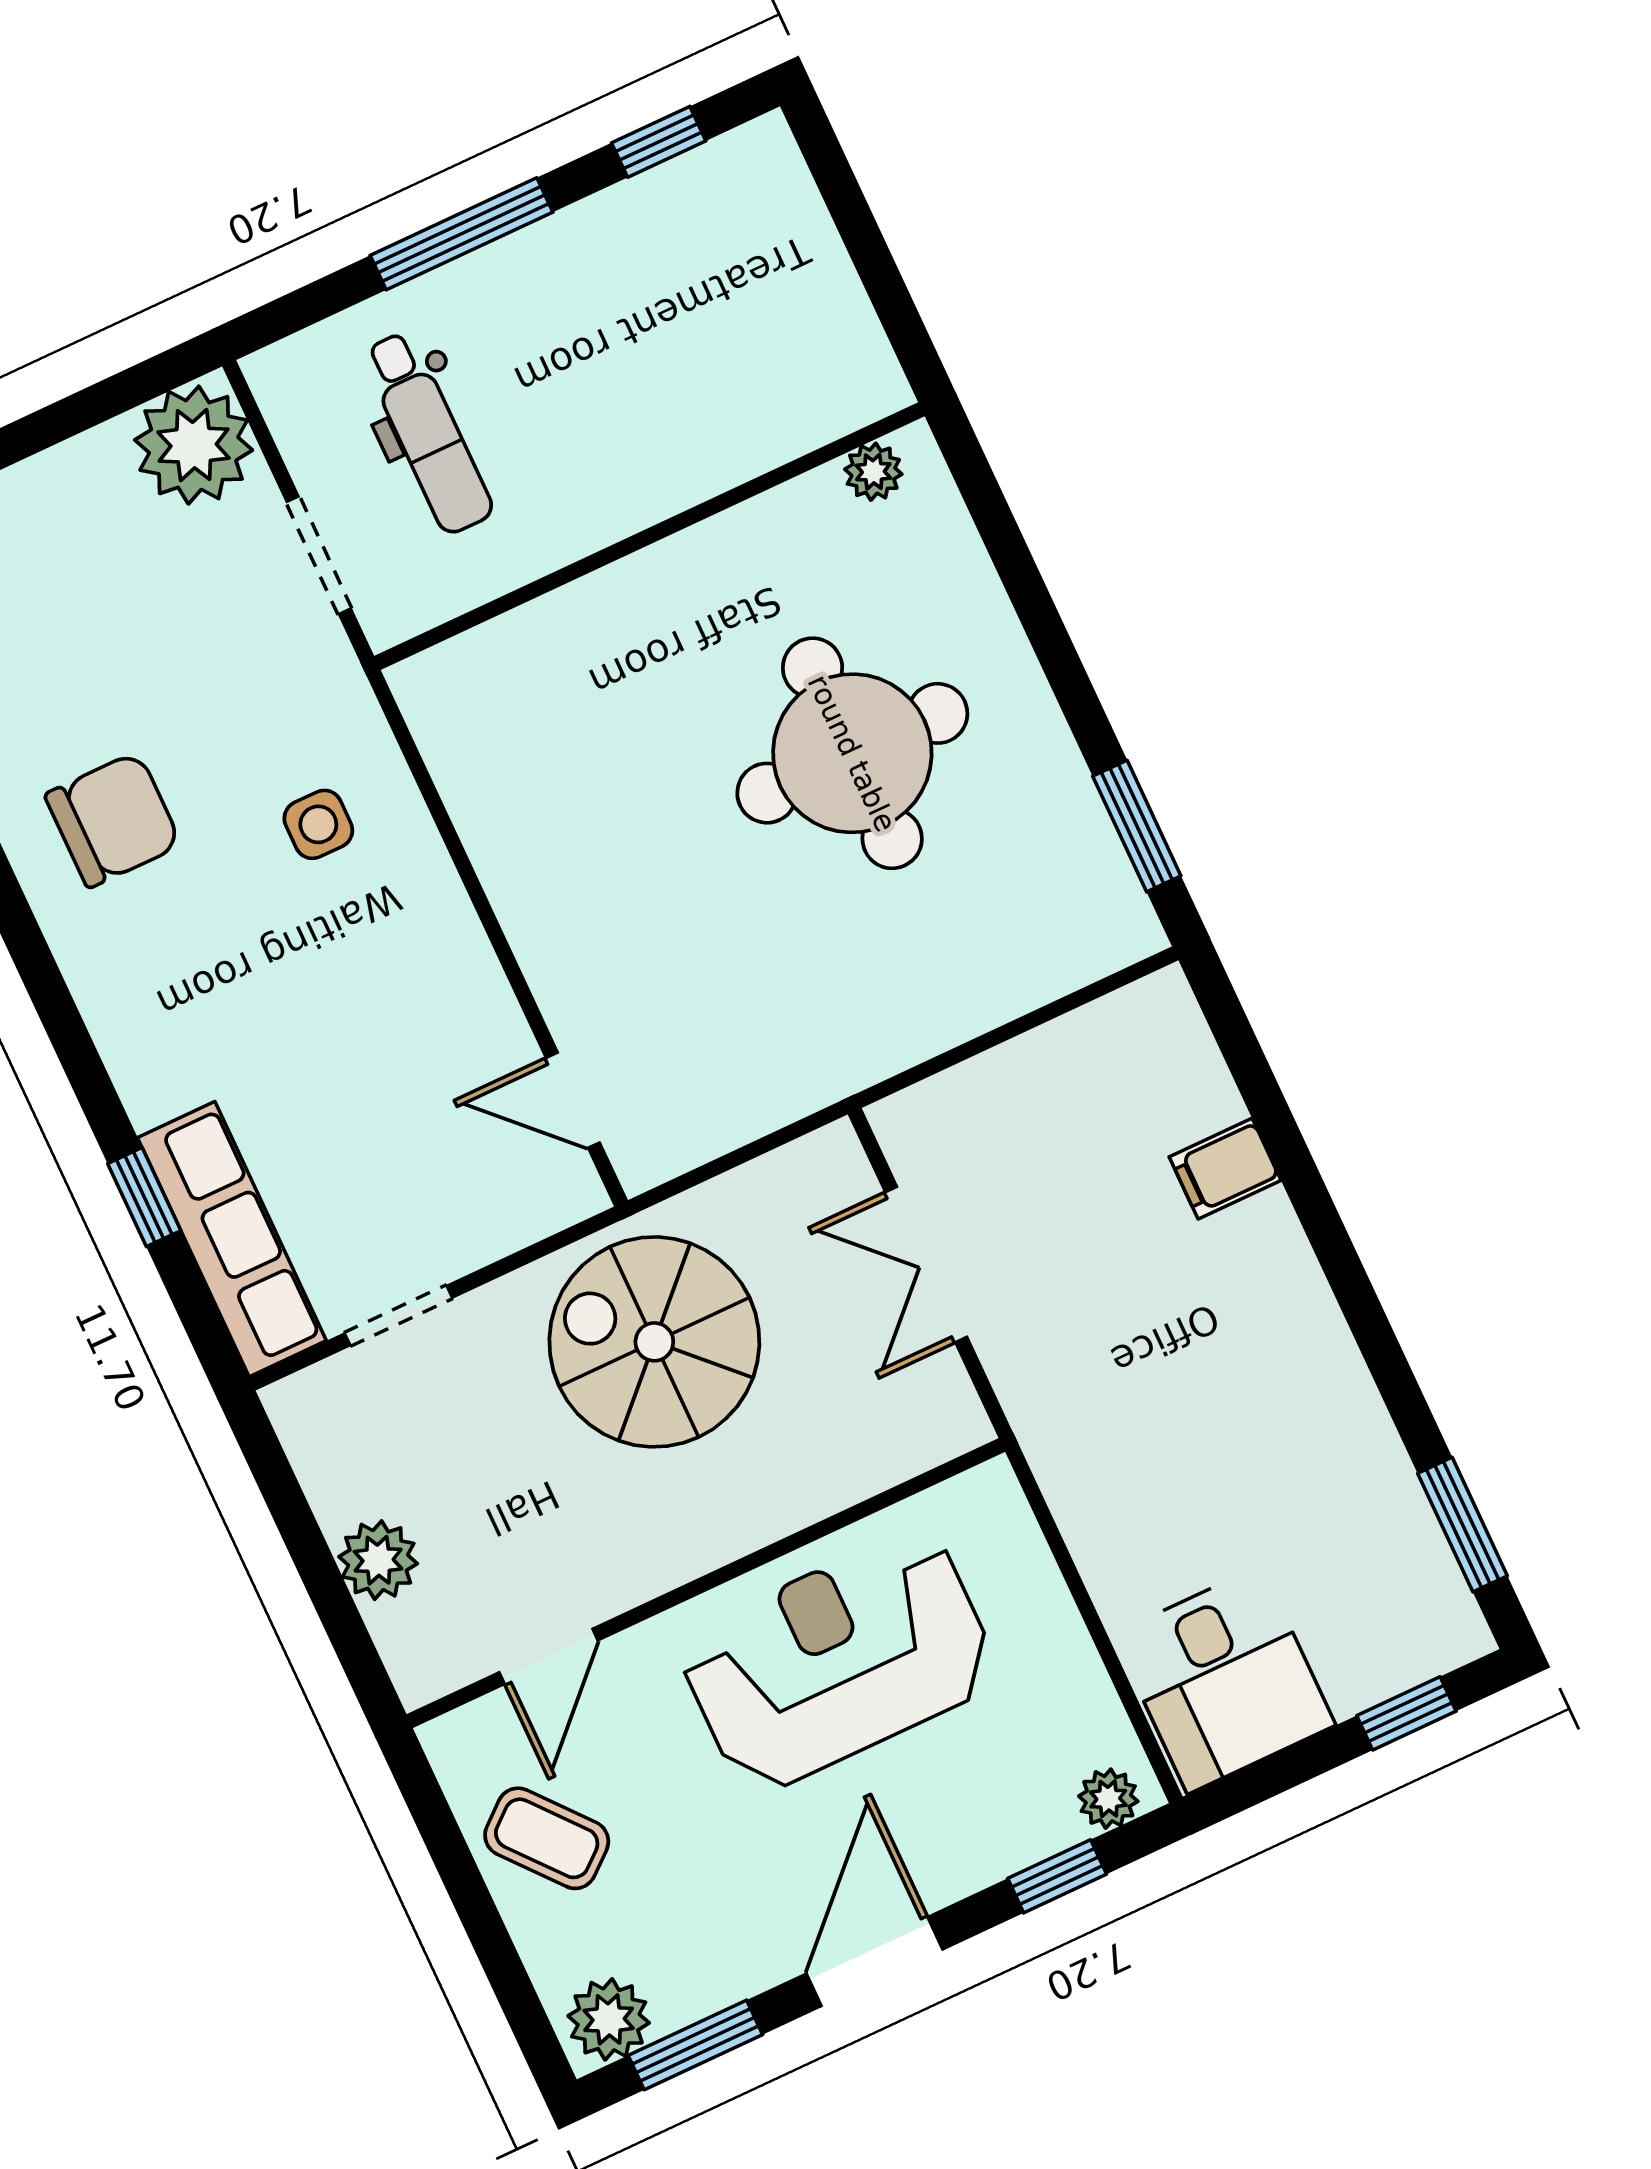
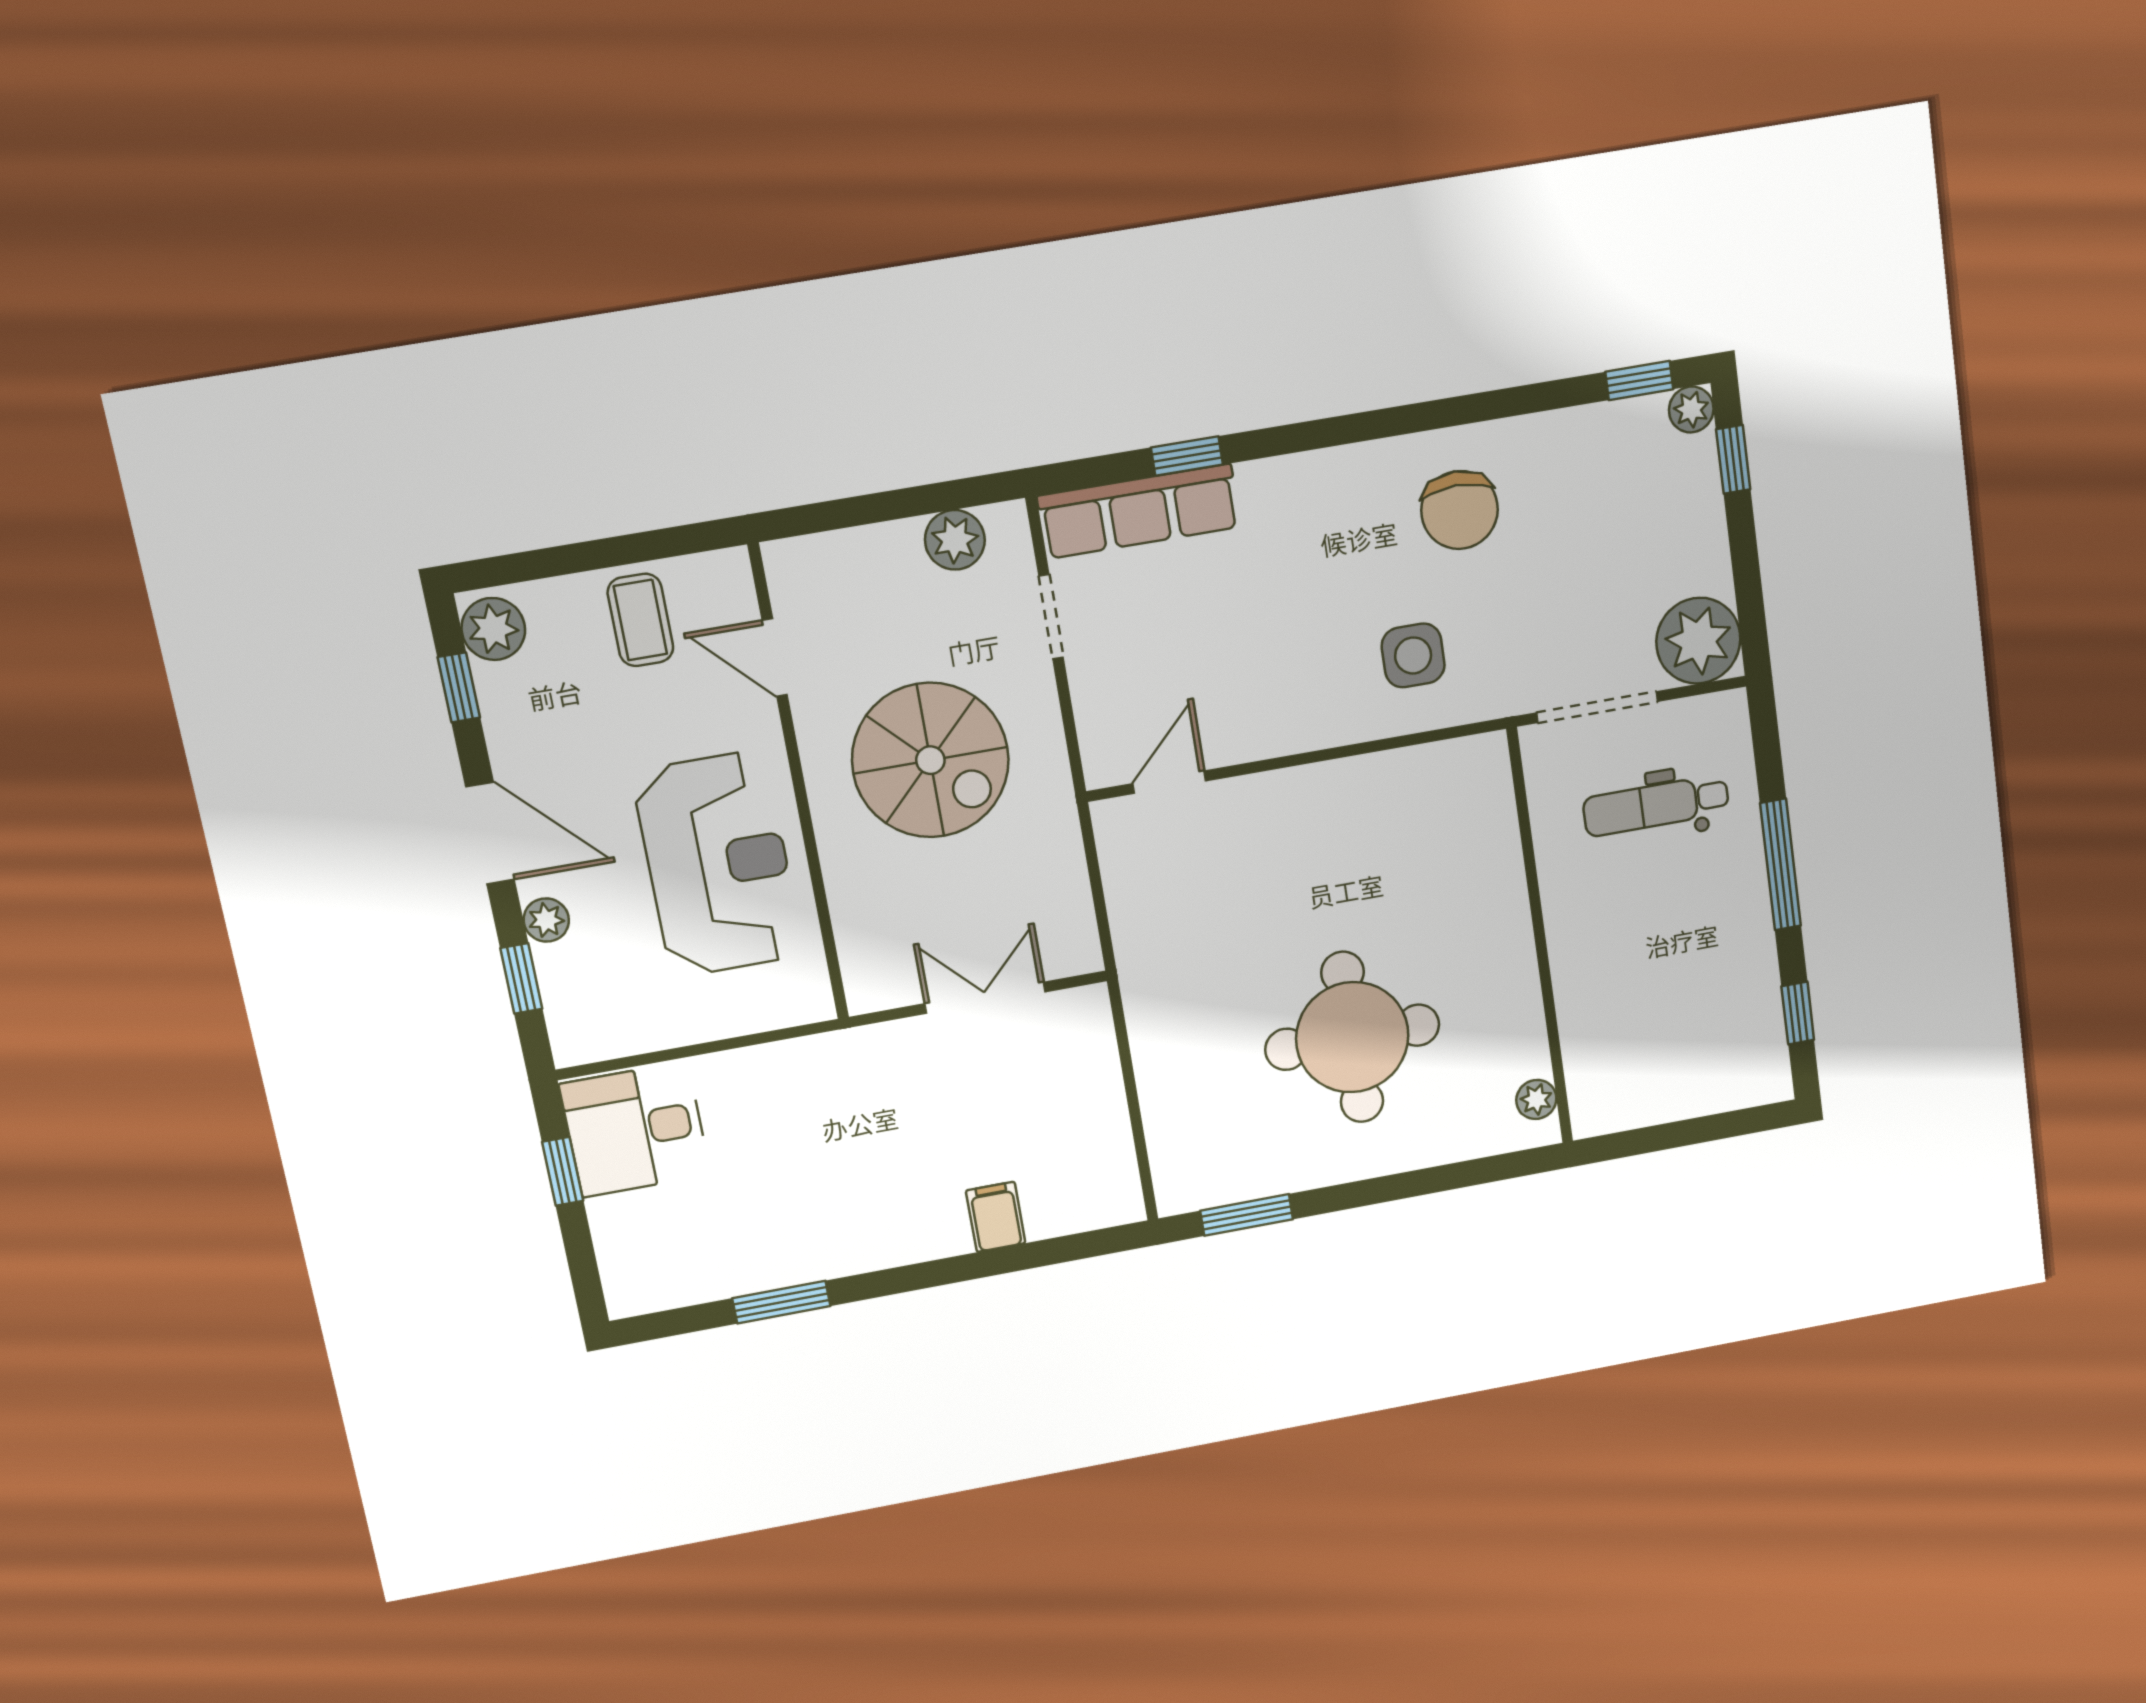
doorway: (319, 555) -> (1597, 707), width x1.38
side table: (318, 824) -> (1413, 655), width x1.37, depth x1.37
spiral stairs: (654, 1342) -> (930, 760), moved, turned 90
window: (1463, 1525) -> (781, 1302), moved
plant: (378, 1560) -> (955, 540), moved
window: (1406, 1713) -> (563, 1171), moved
plant: (1108, 1799) -> (546, 920), moved
coffee table: (547, 1838) -> (640, 620), turned -50
window: (695, 2045) -> (459, 687), width x0.67

